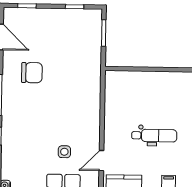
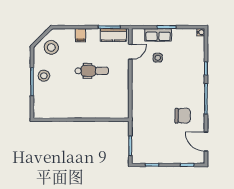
chair: (32, 73) -> (183, 116), turned 180
dental chair: (154, 136) -> (92, 71), turned 180

